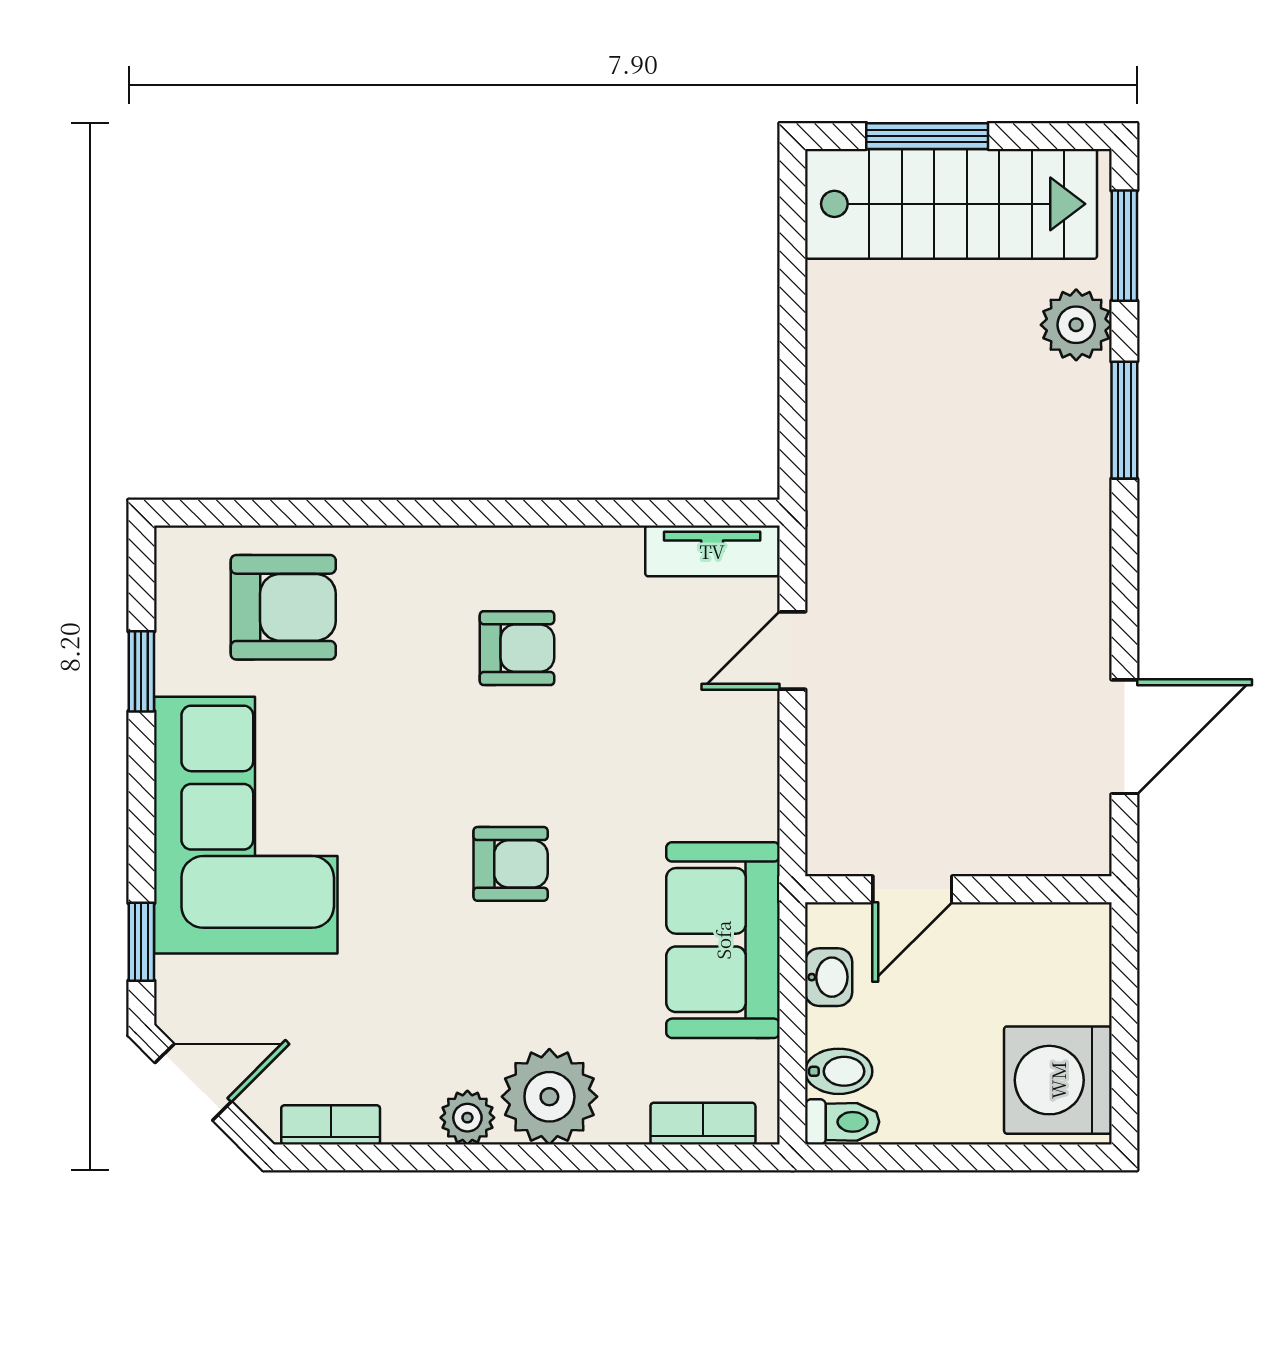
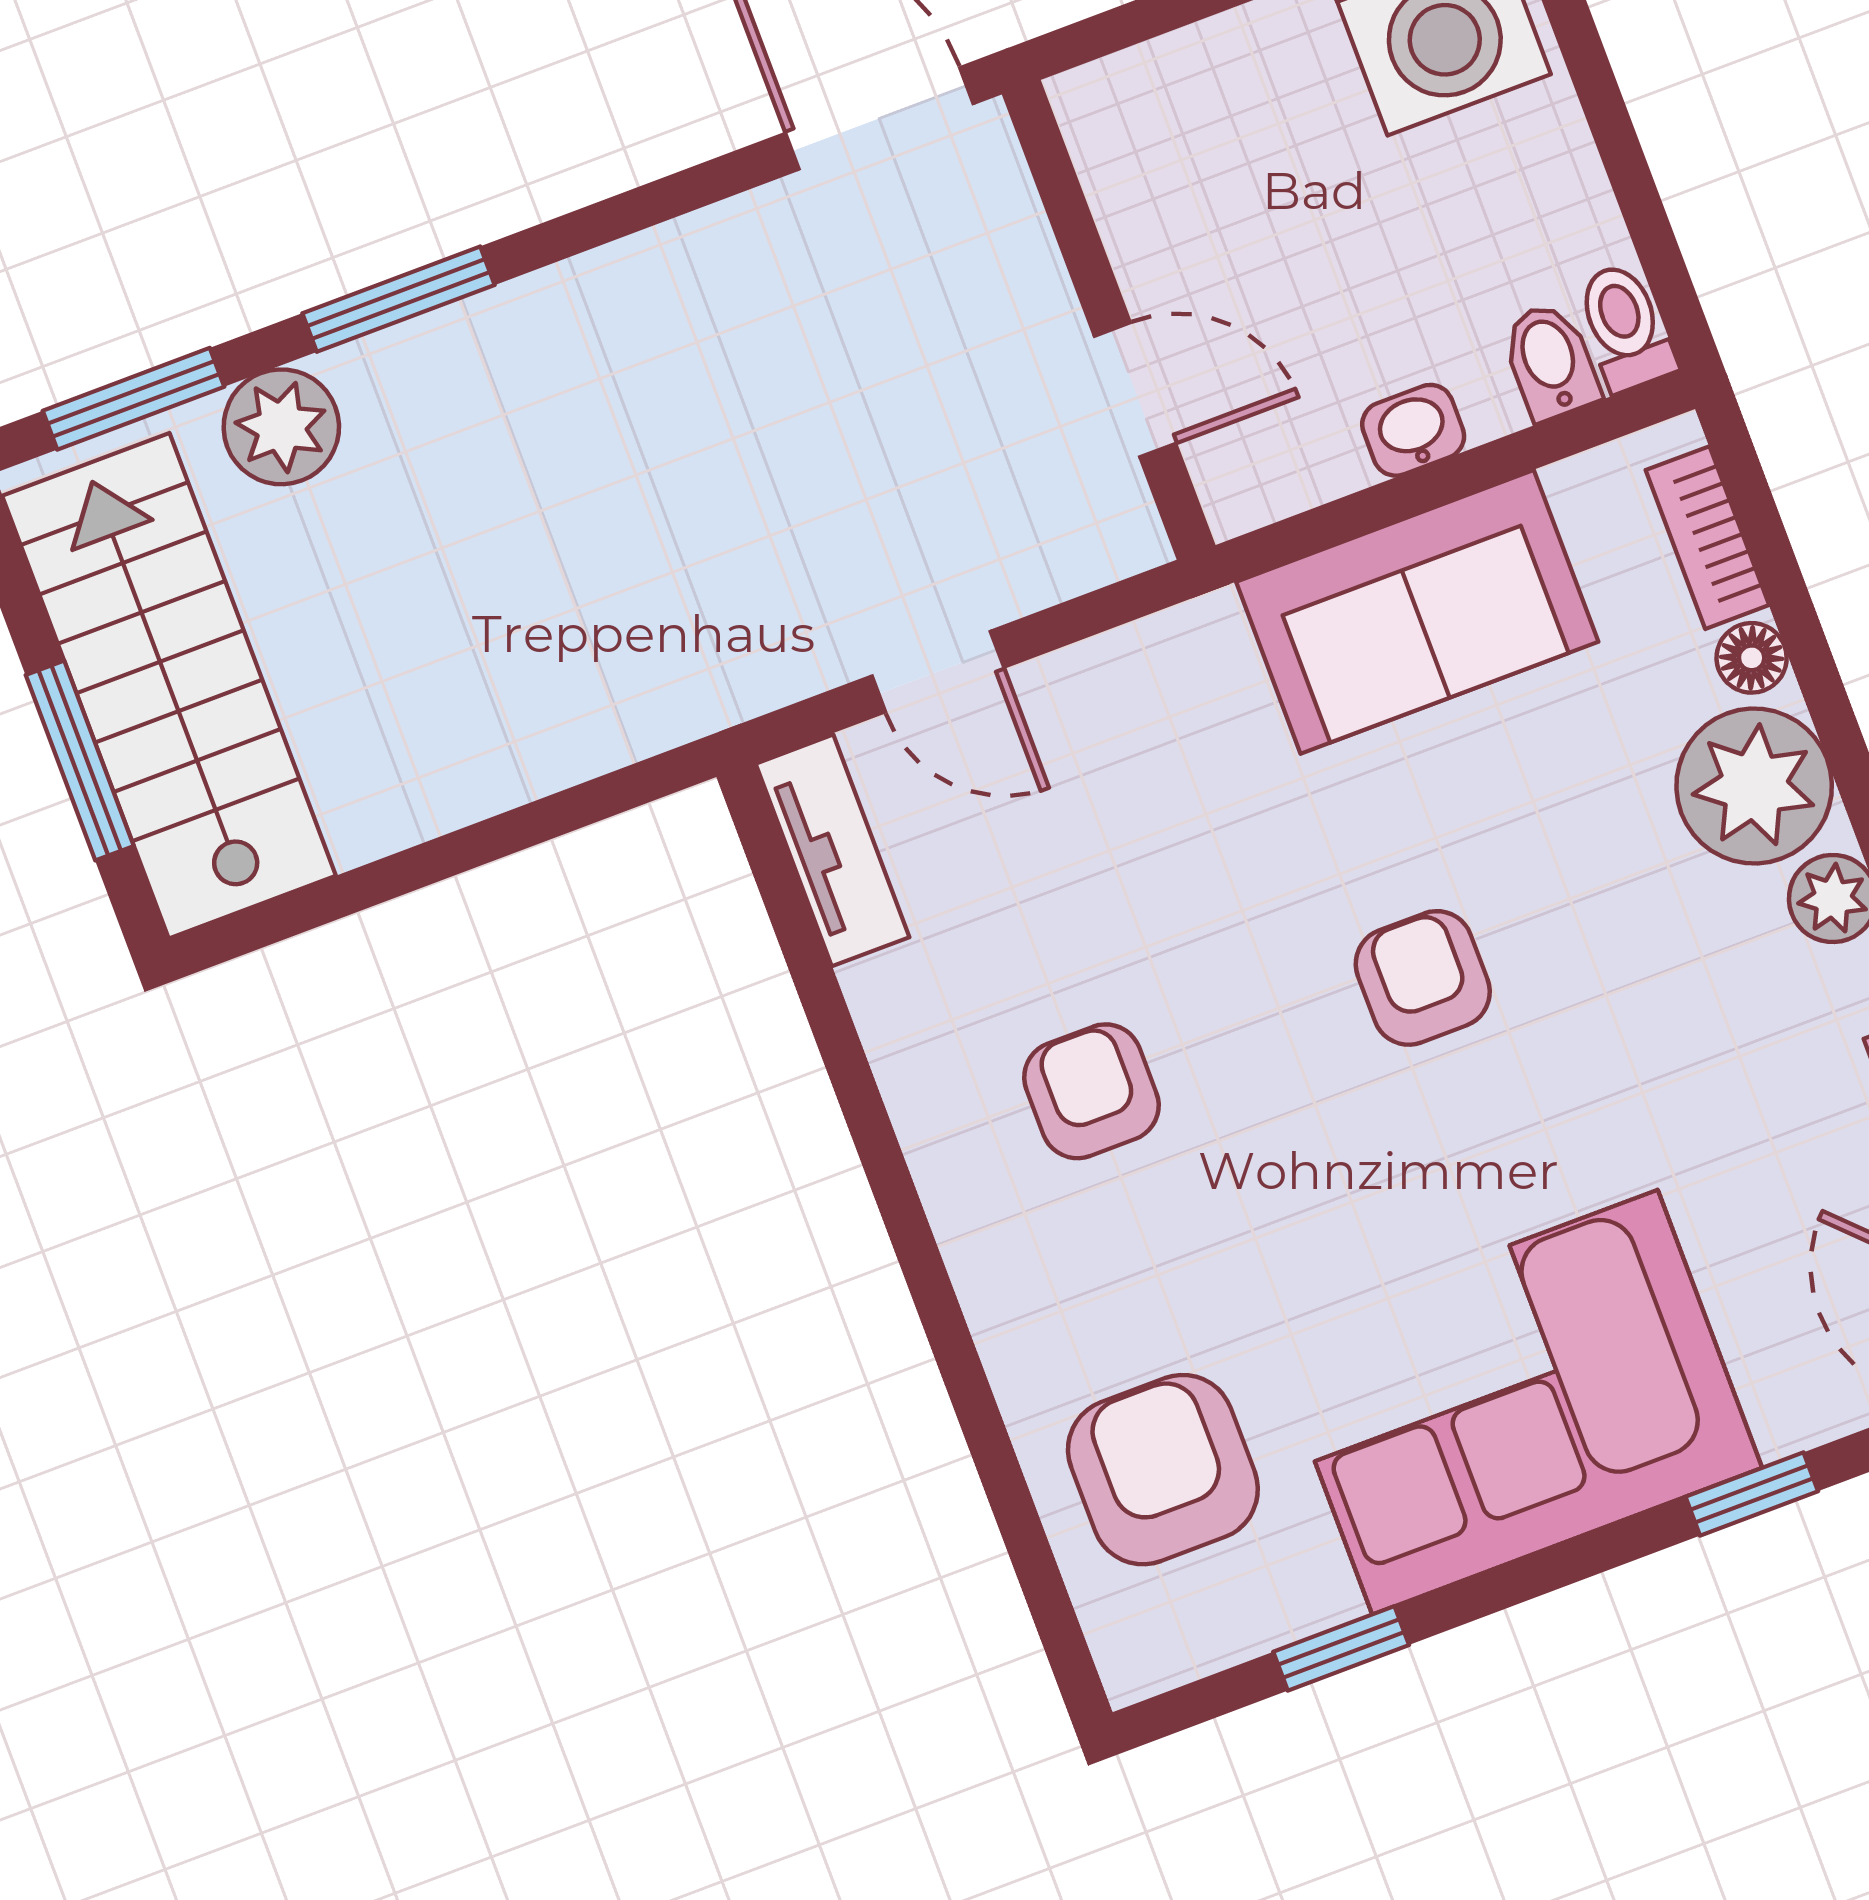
door: (912, 889) -> (1135, 390), moved
wall: (958, 889) -> (1109, 320), moved
floor lamp: (624, 1123) -> (1752, 658), added

